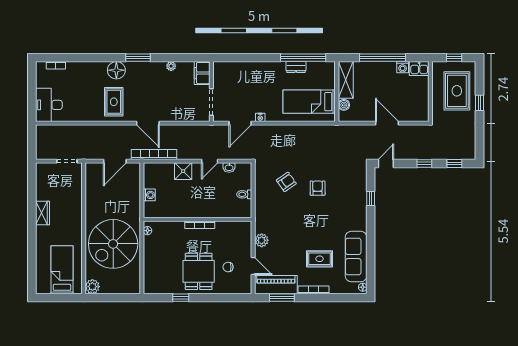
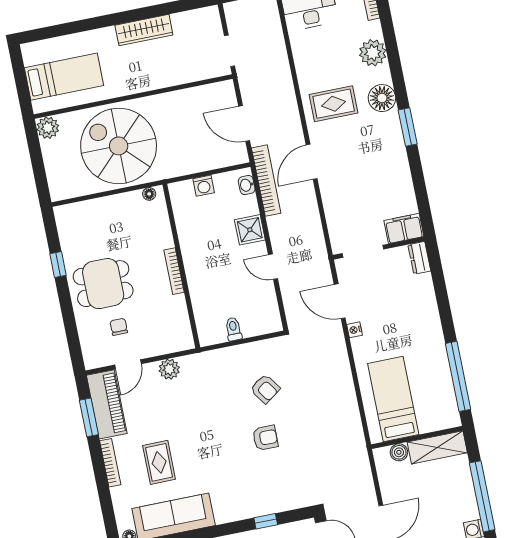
plant: (171, 66) -> (373, 53), moved, width x1.87, depth x1.87
dresser: (296, 67) -> (419, 258), moved
washbasin: (229, 167) -> (247, 185), moved
wardrobe: (43, 213) -> (144, 30), width x1.50

